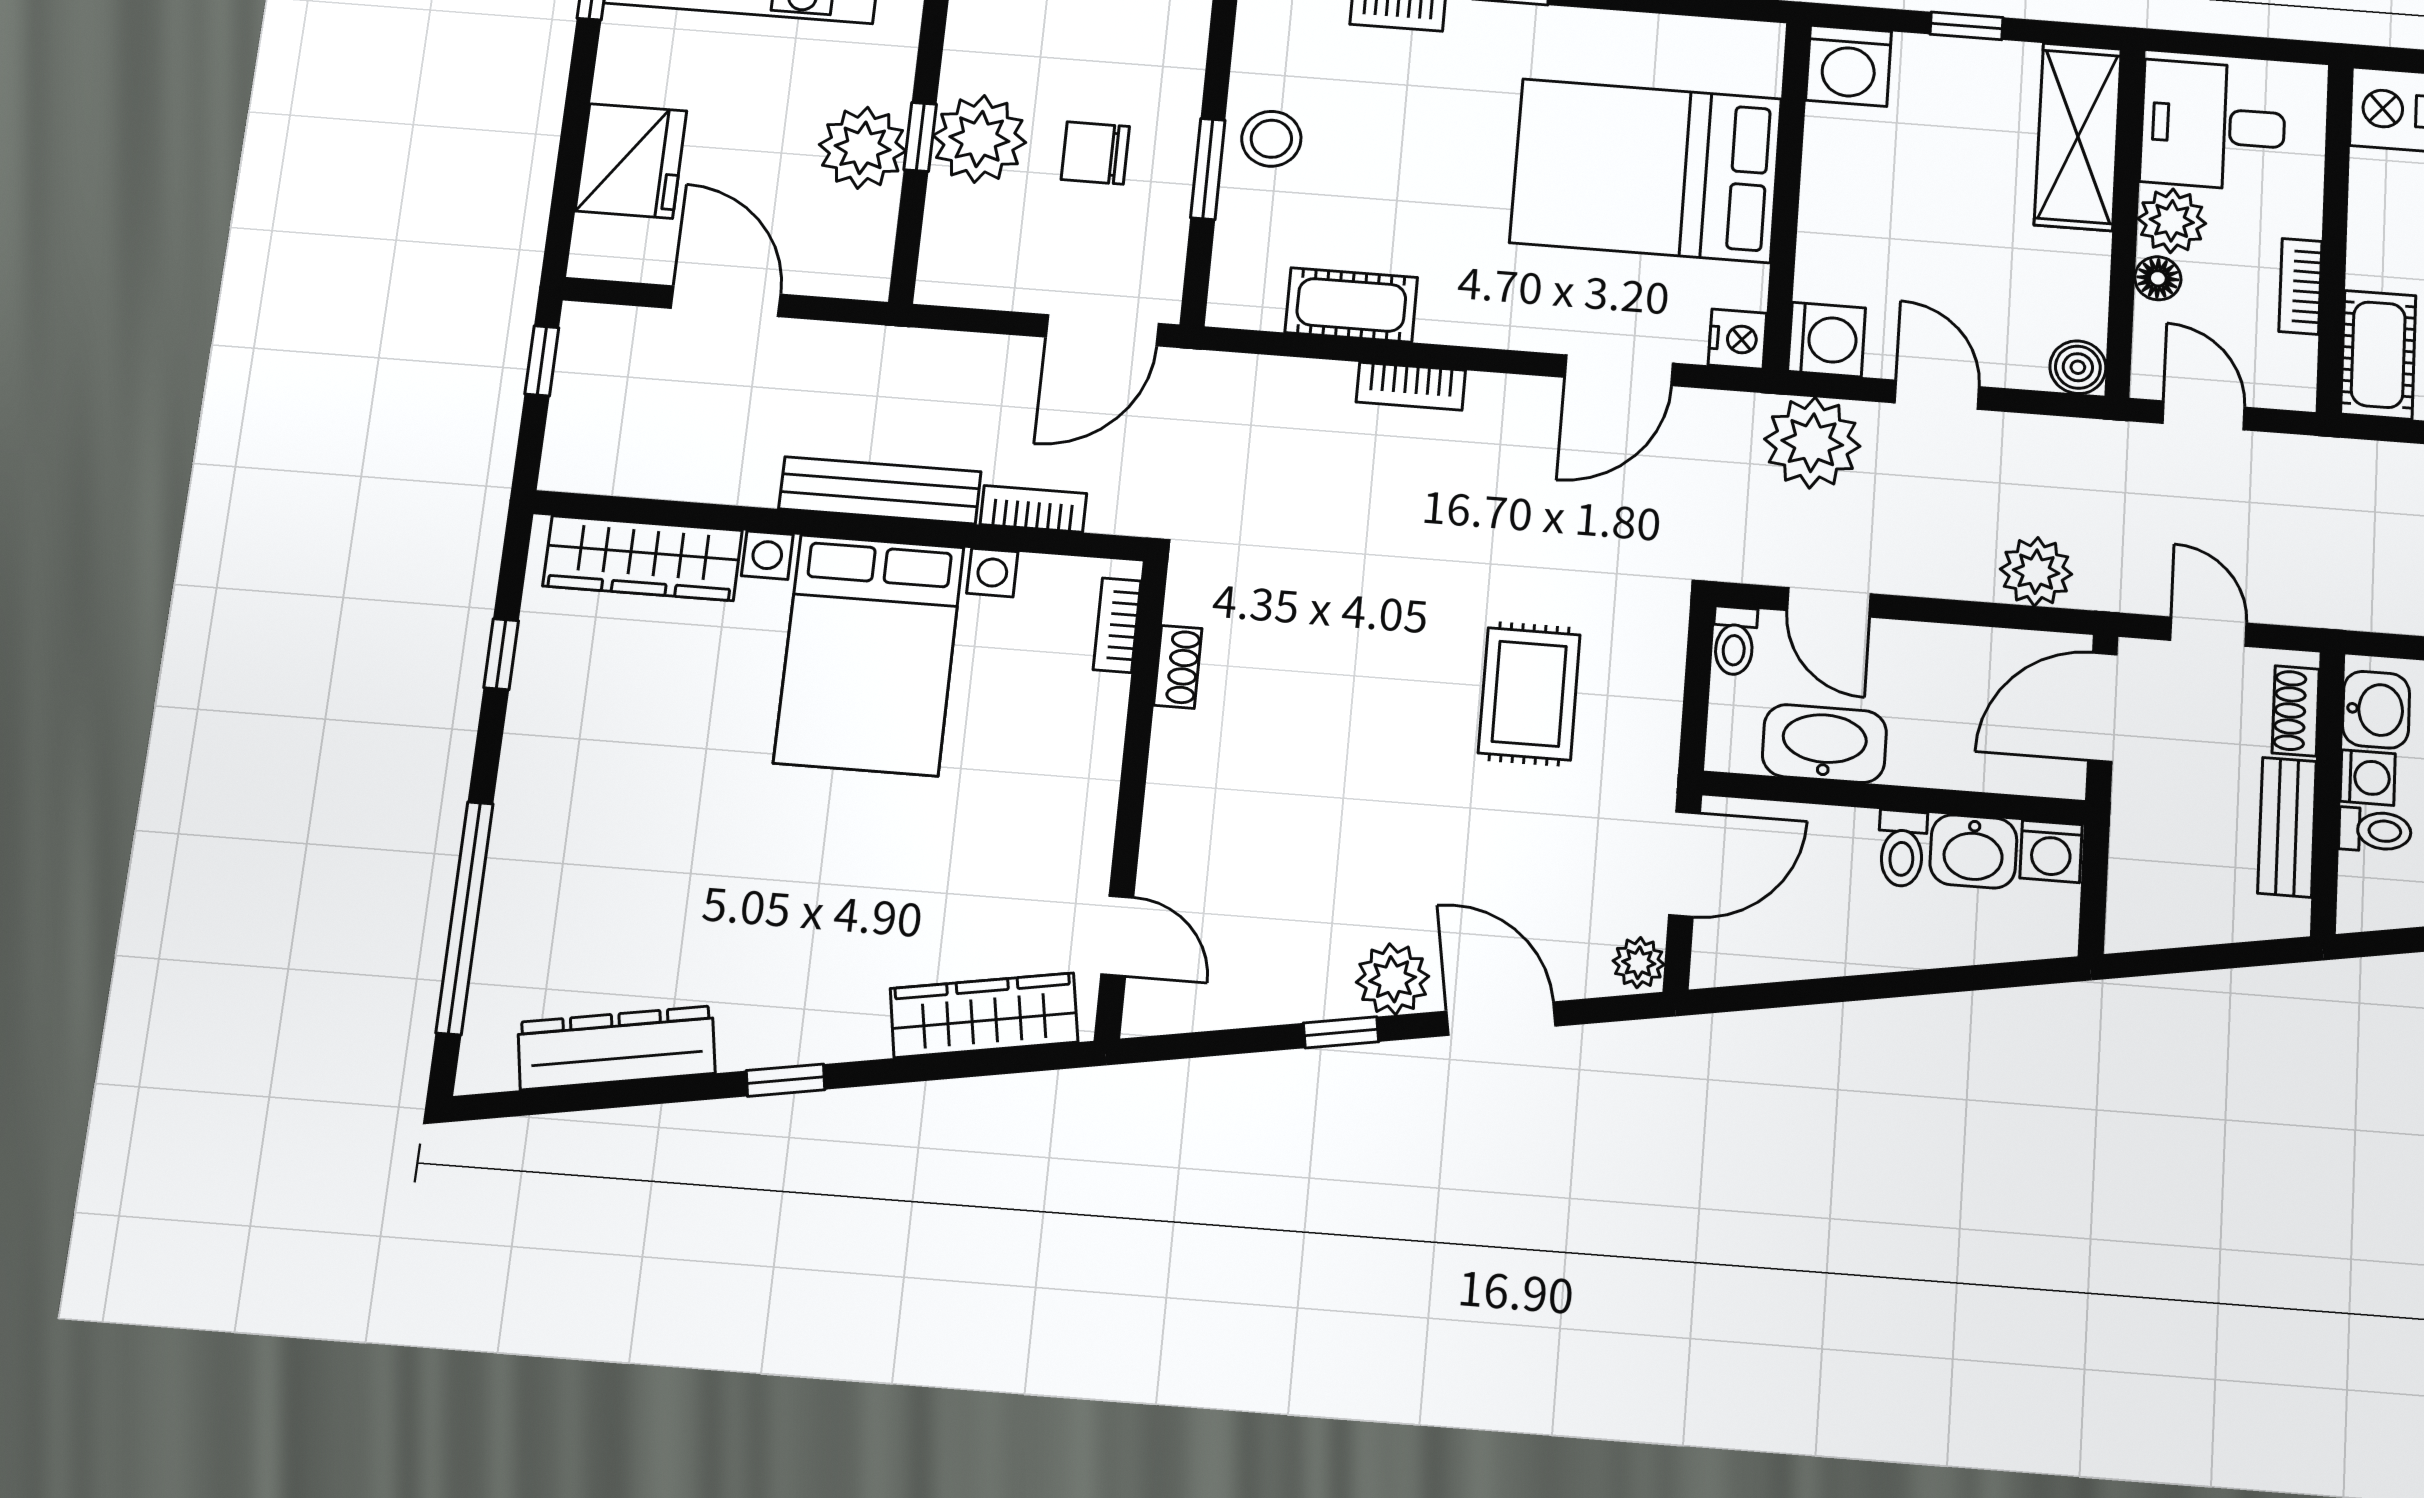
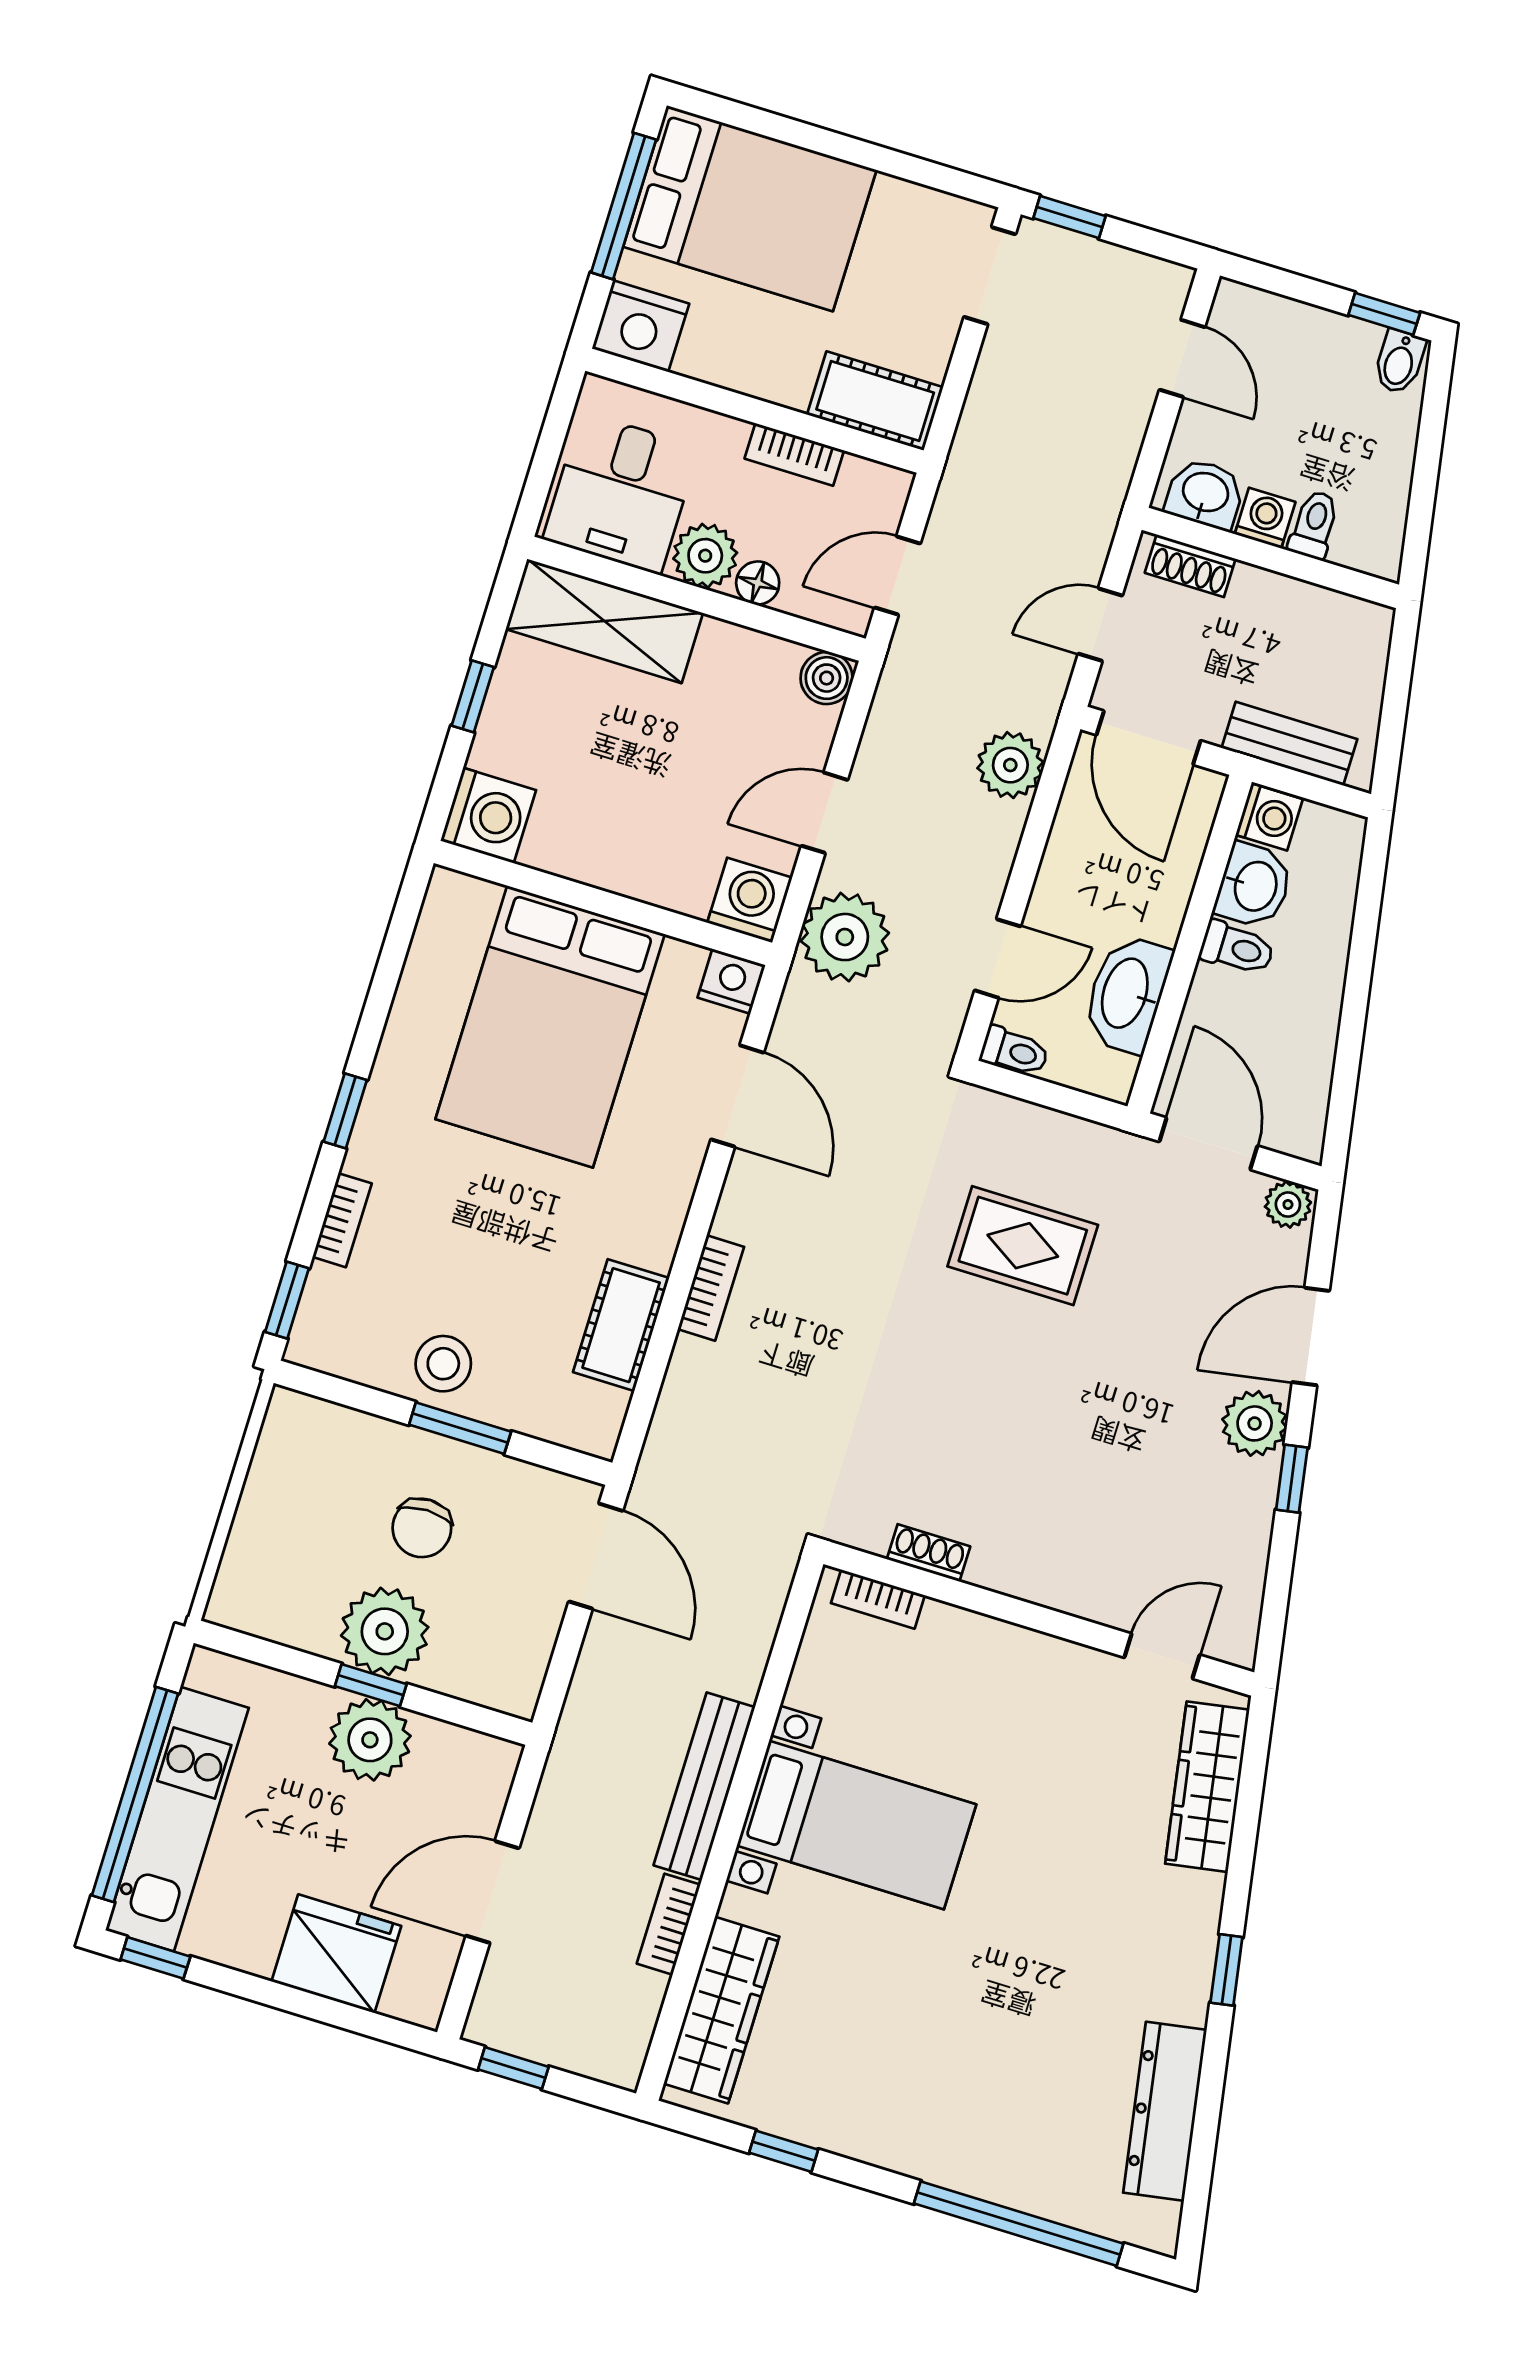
bookcase: (1033, 509) -> (669, 1924), moved
bed with nightstands: (869, 655) -> (856, 1825), width x0.73
bench: (2287, 827) -> (1289, 744), moved

